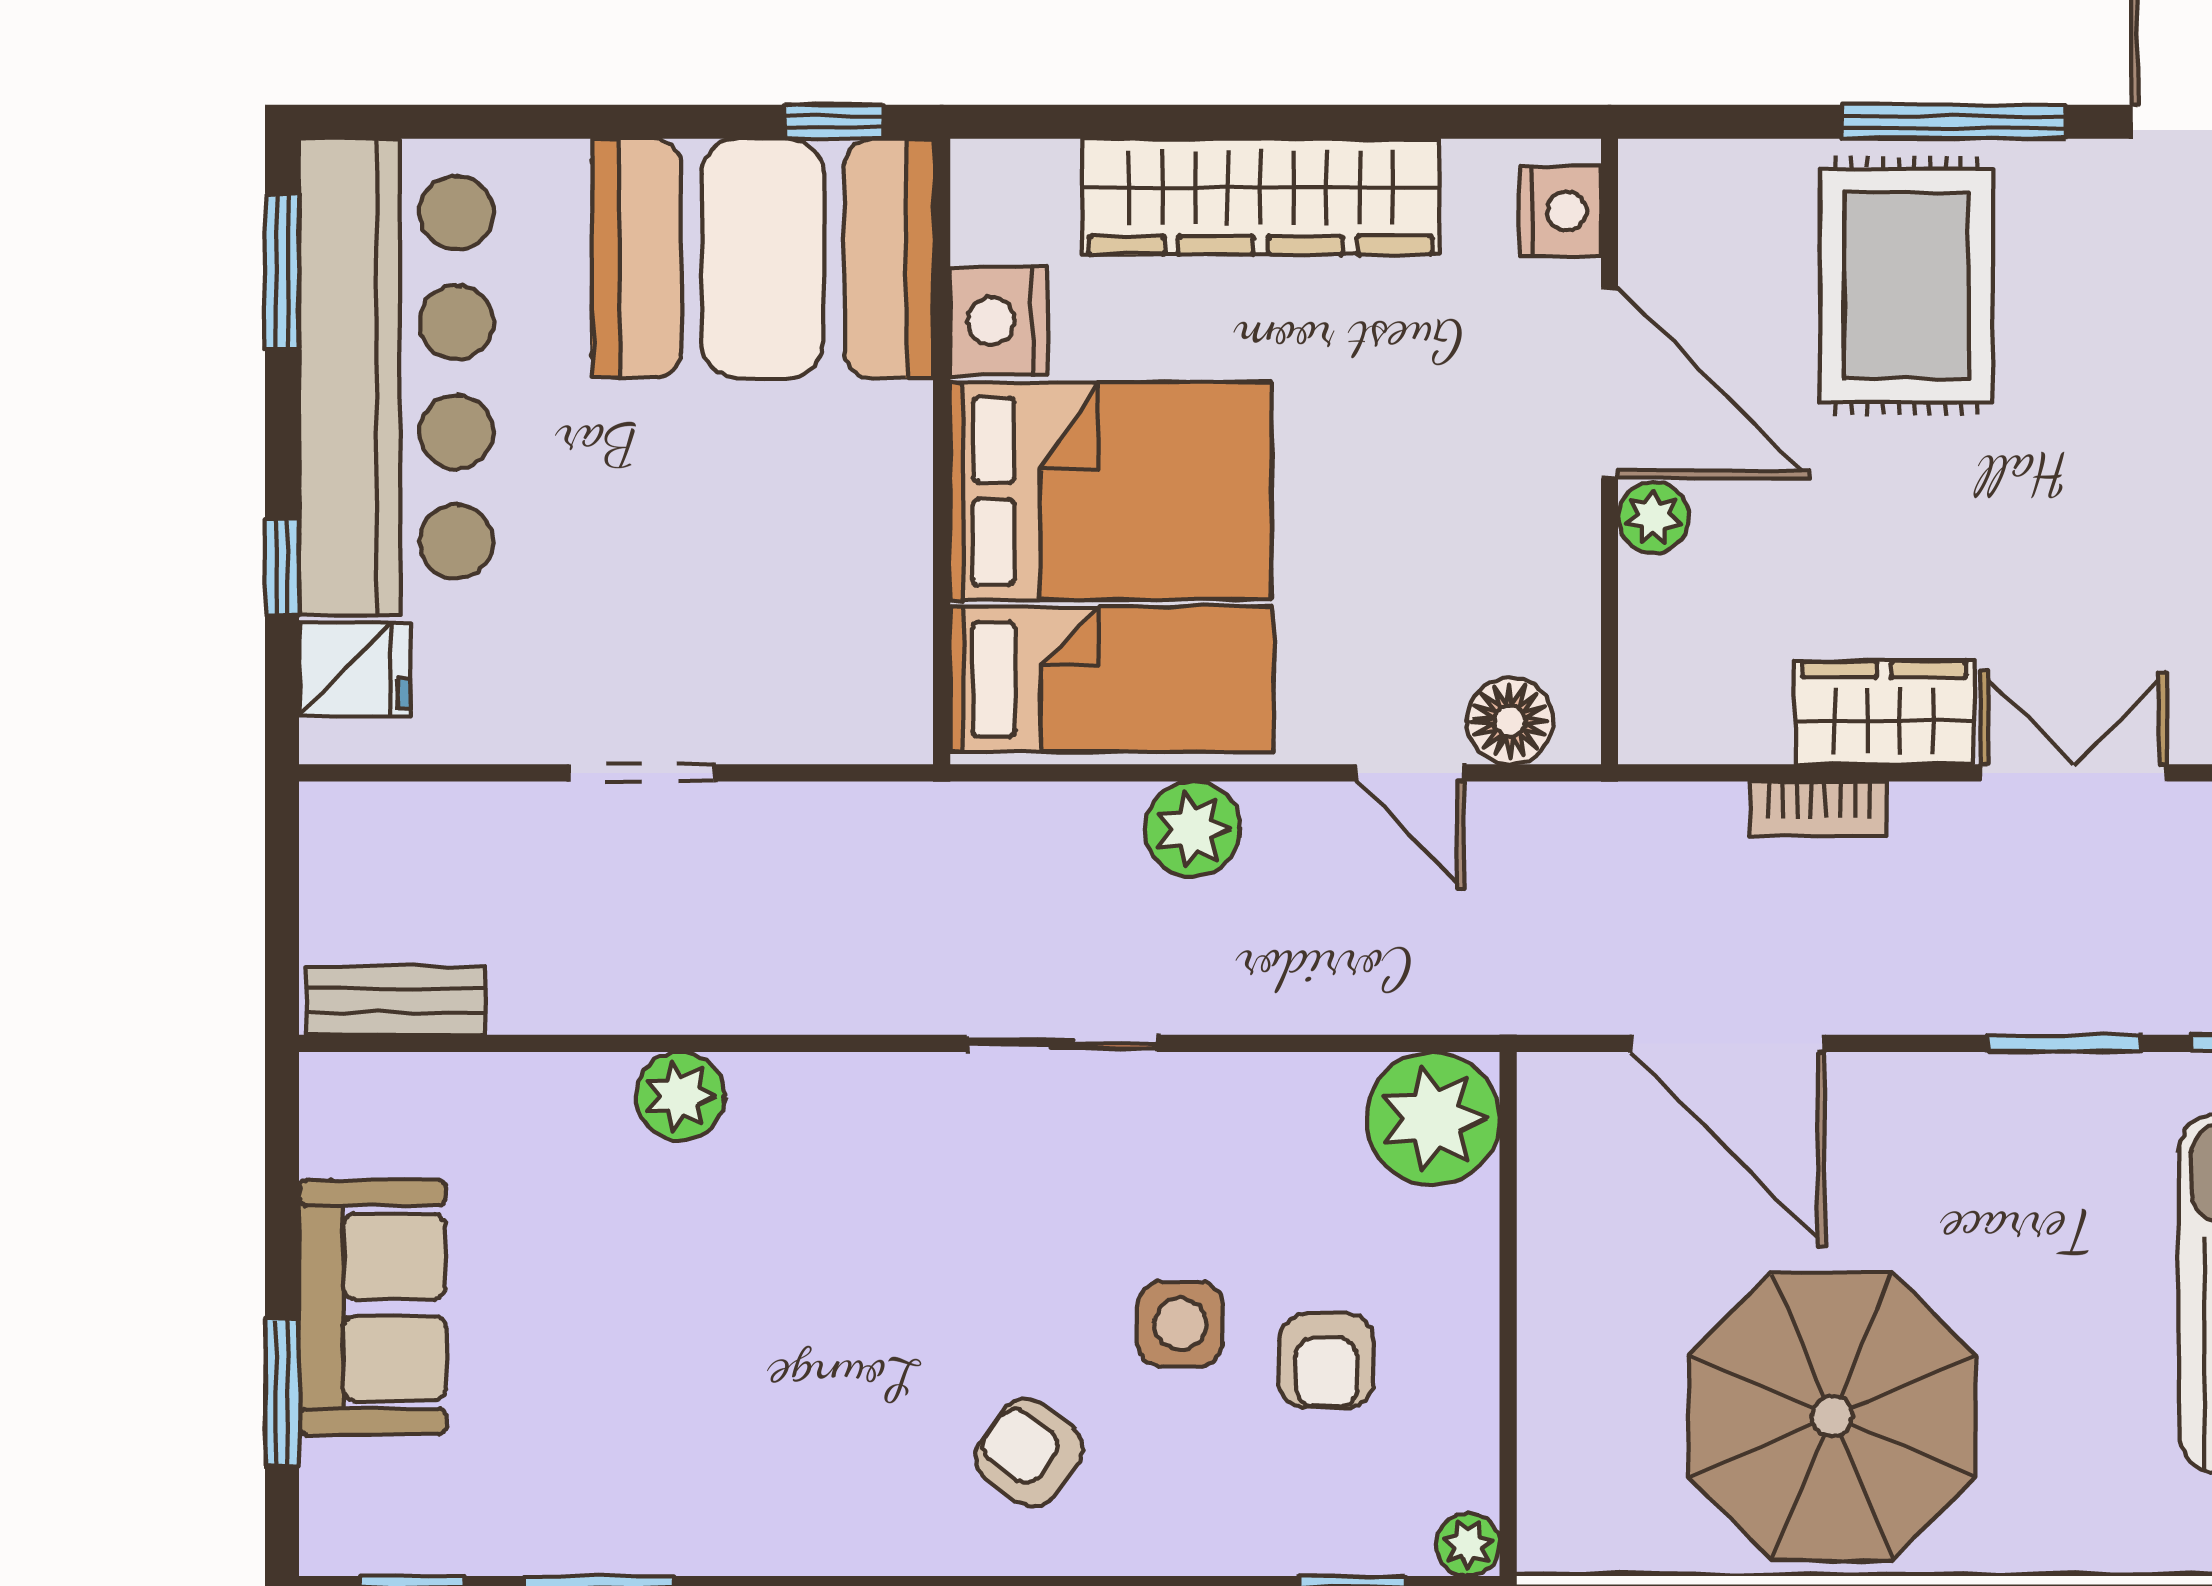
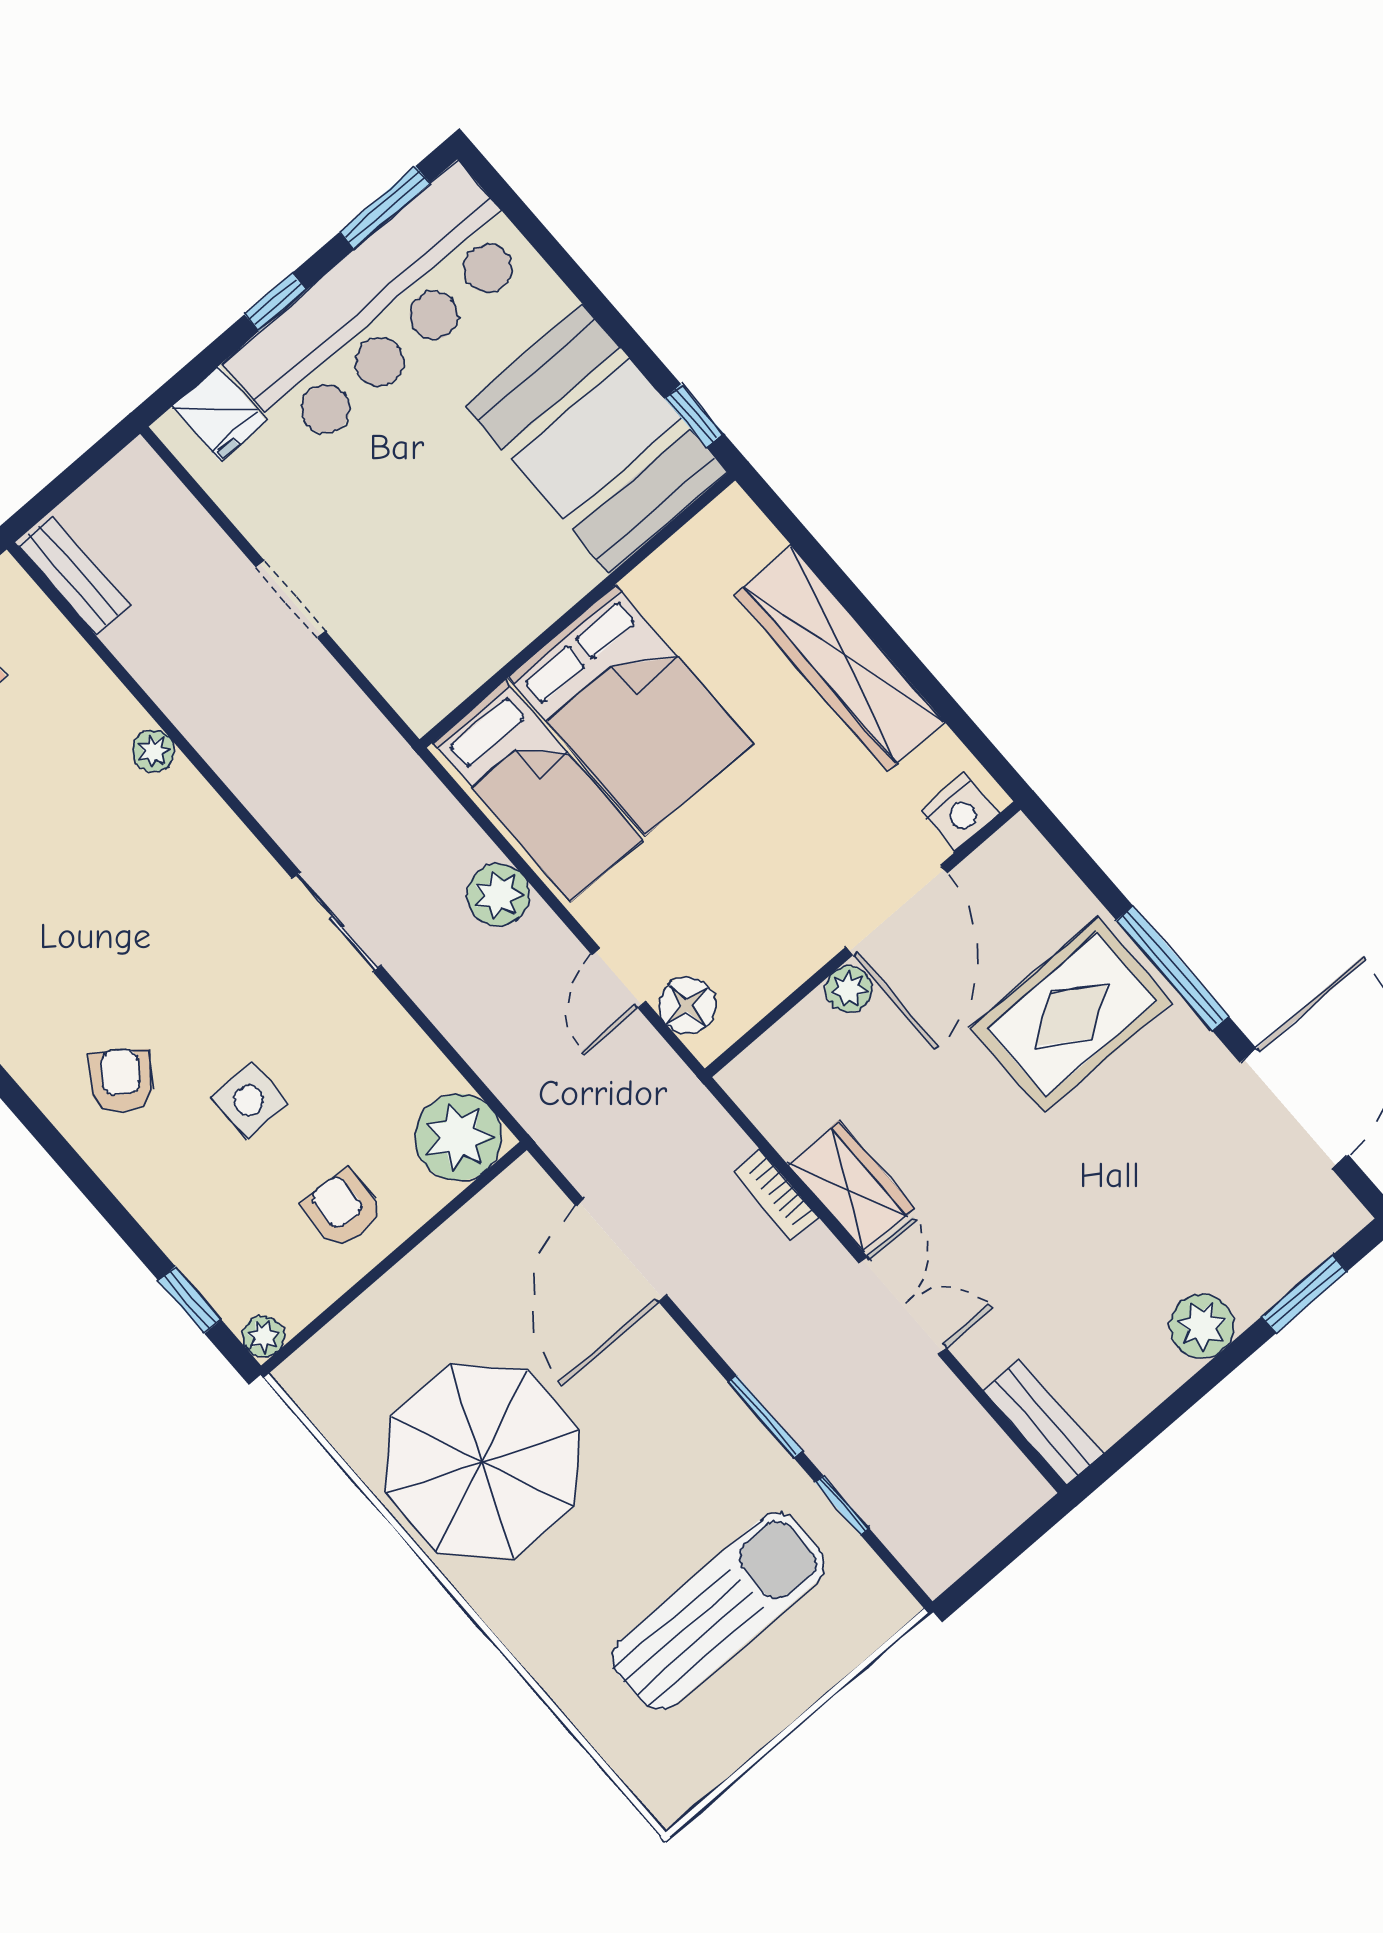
nightstand: (999, 321) -> (666, 582), removed
window: (282, 567) -> (275, 302), moved
plant: (680, 1096) -> (154, 751), width x0.73, depth x0.73
armchair: (1326, 1361) -> (342, 1209), moved, turned 93

